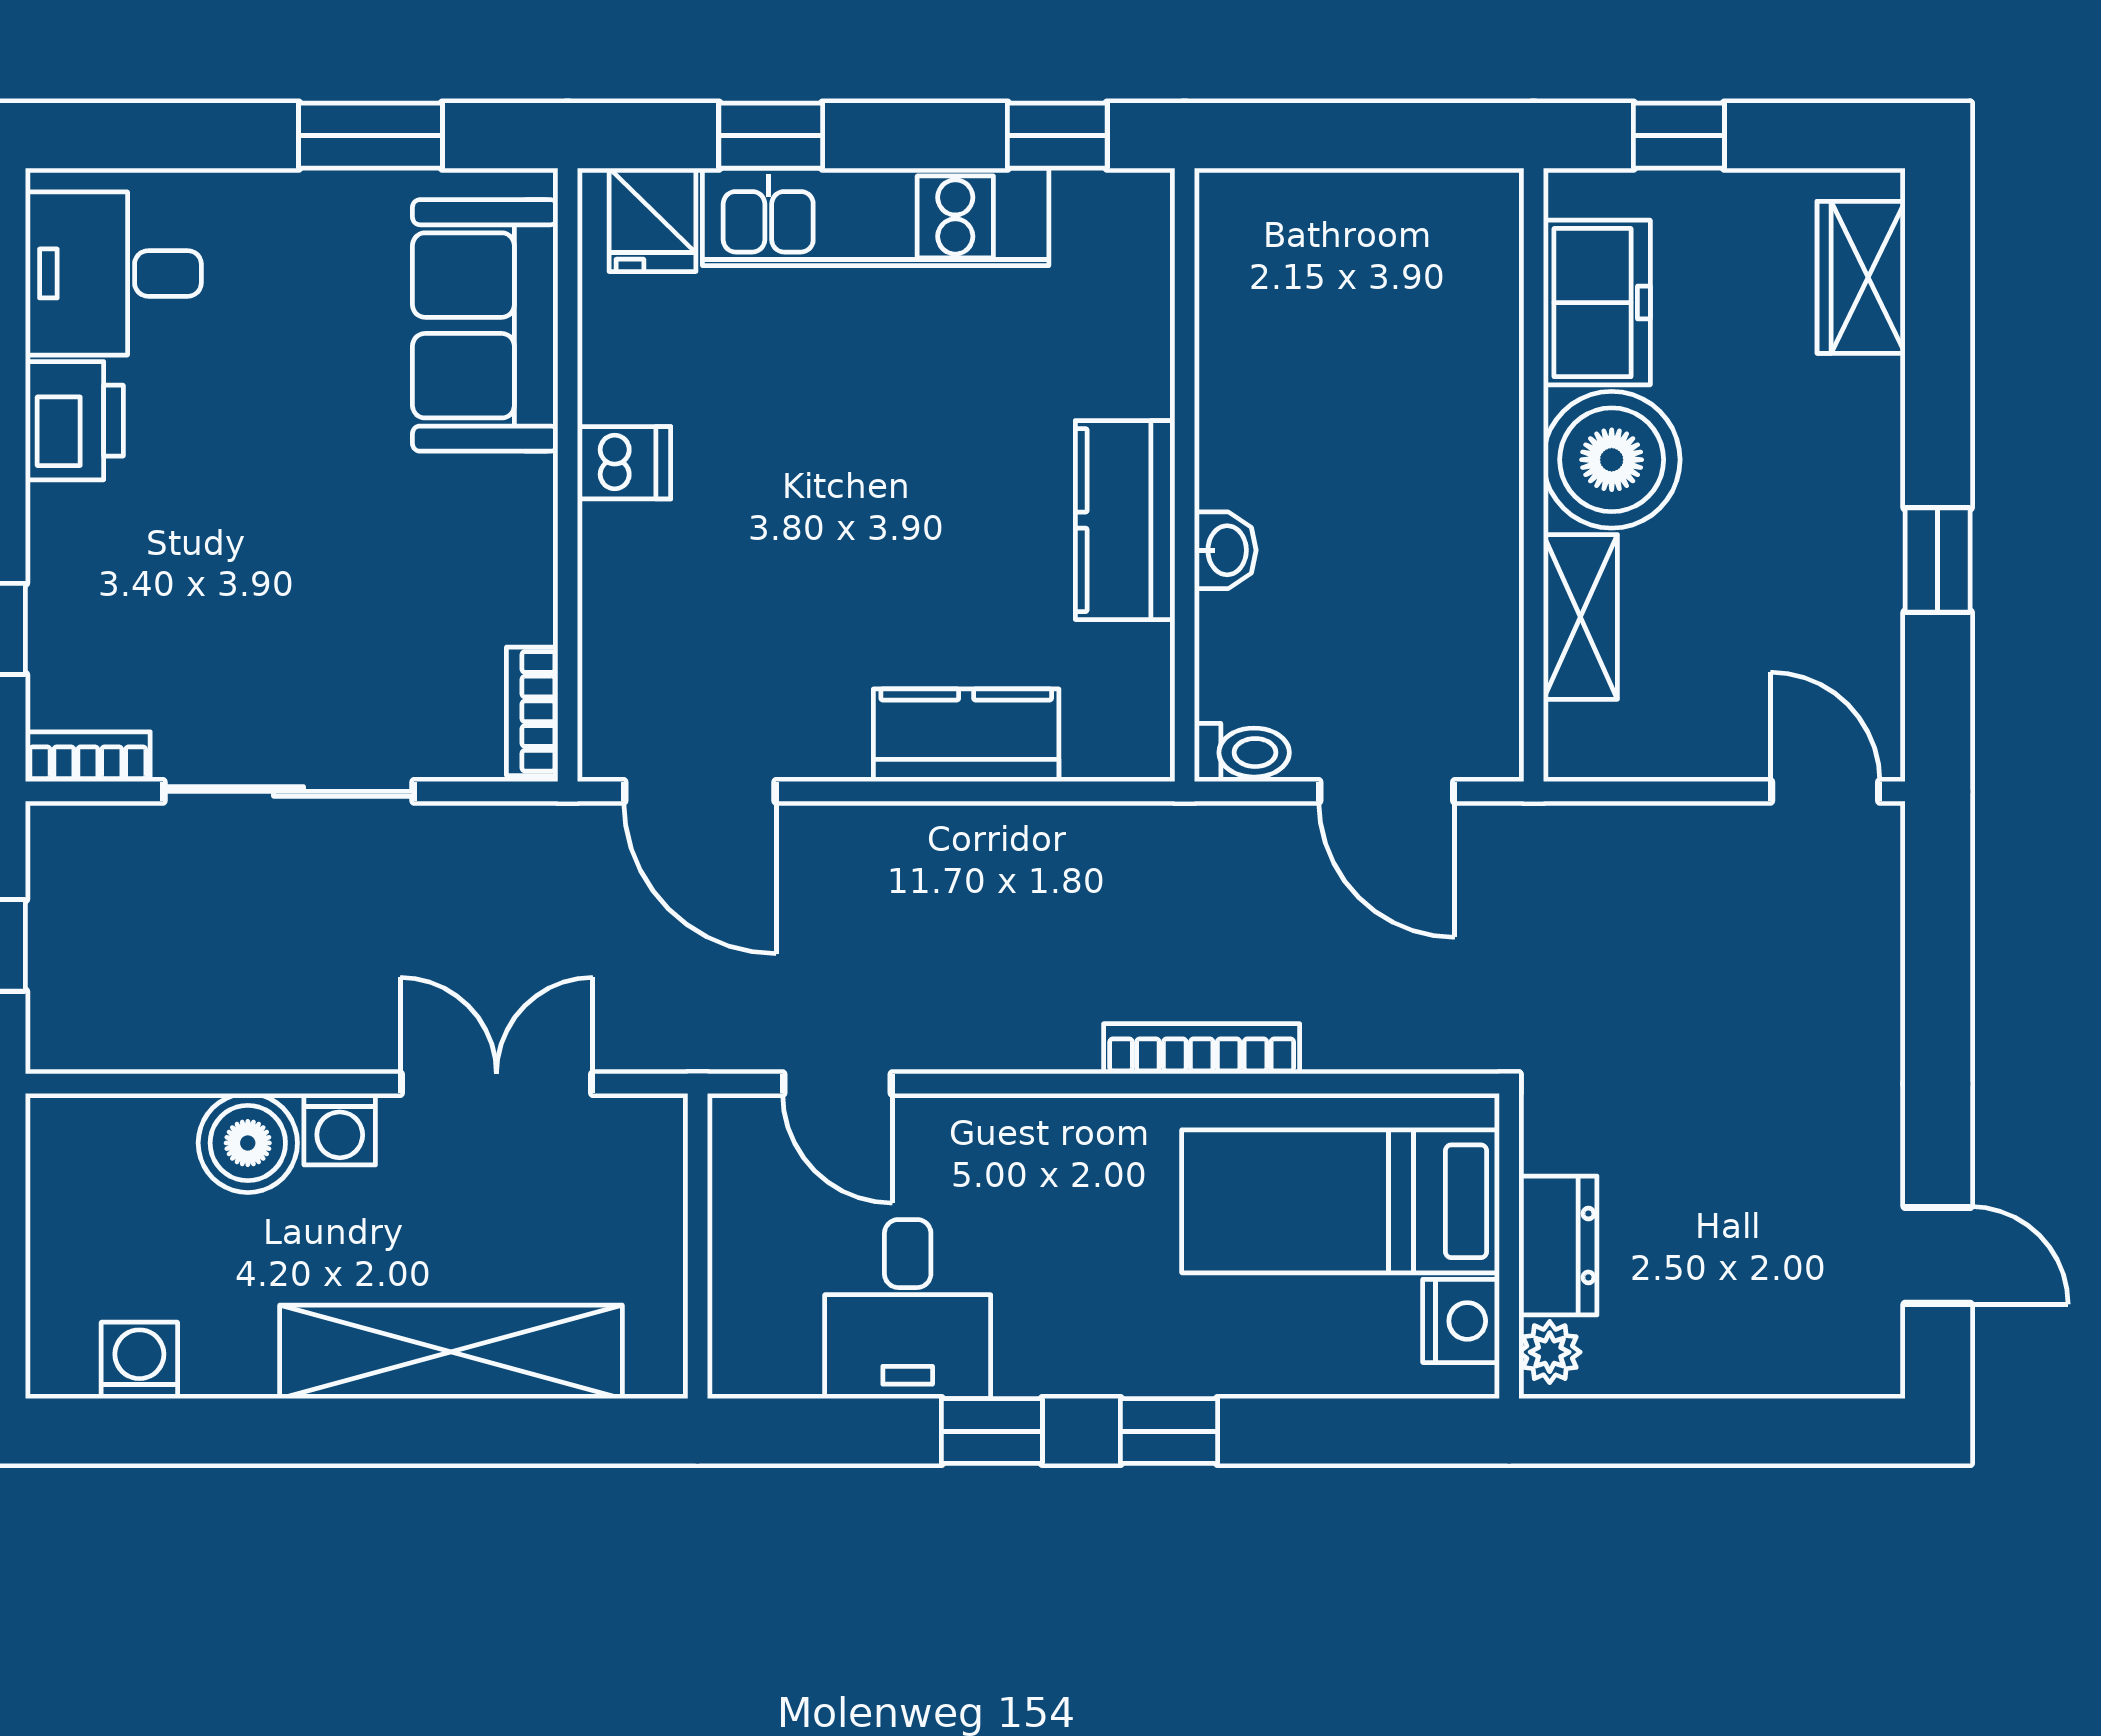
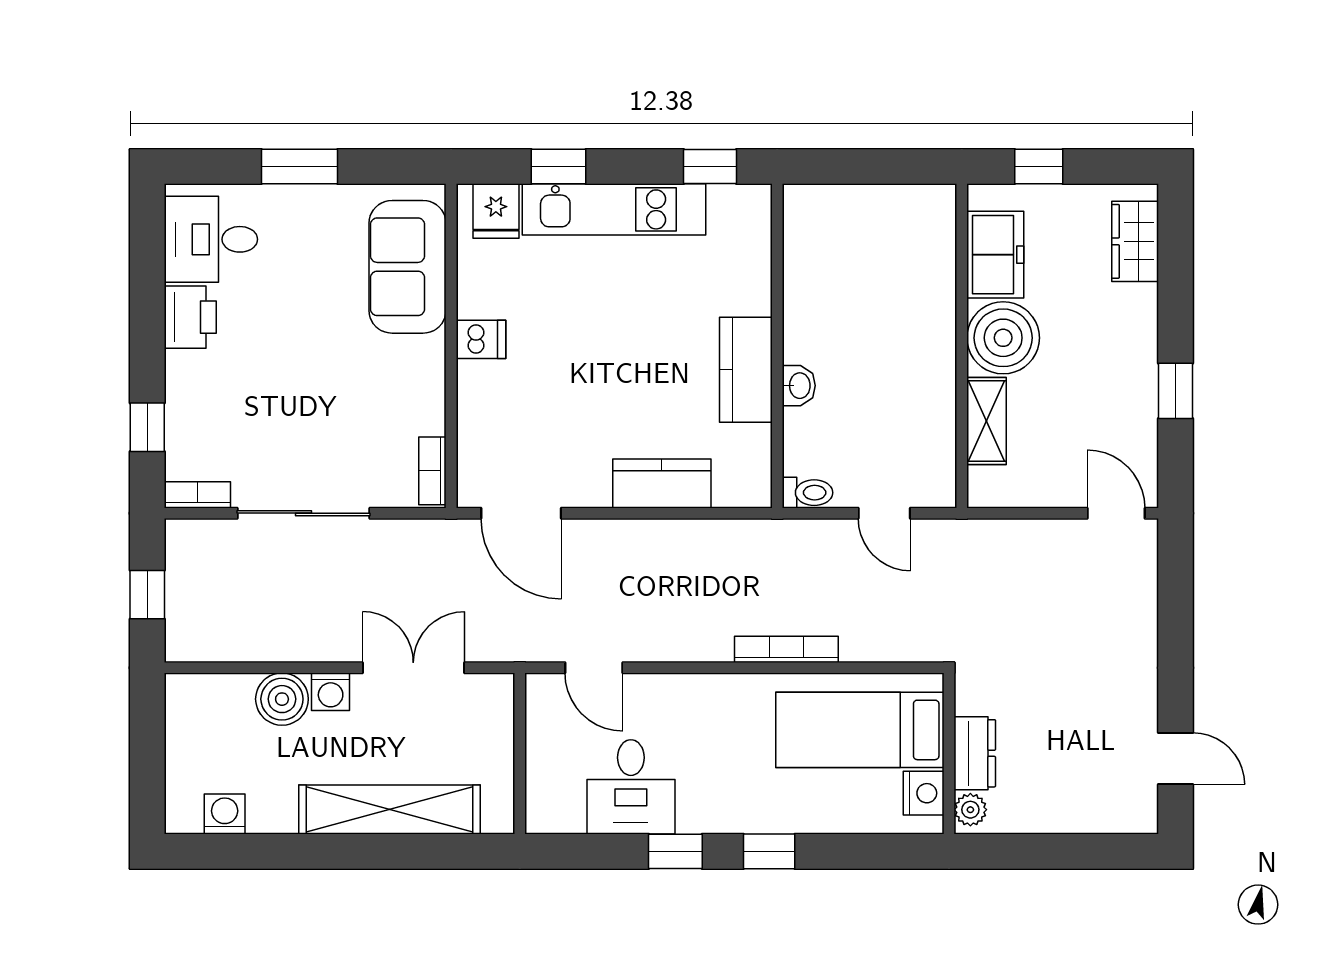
window: (371, 136) -> (300, 166), moved
door: (1387, 791) -> (884, 513), width x0.73

